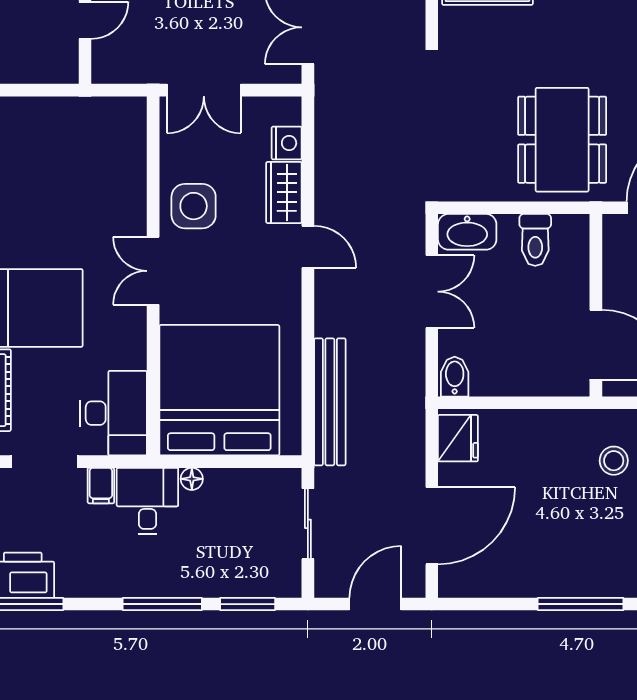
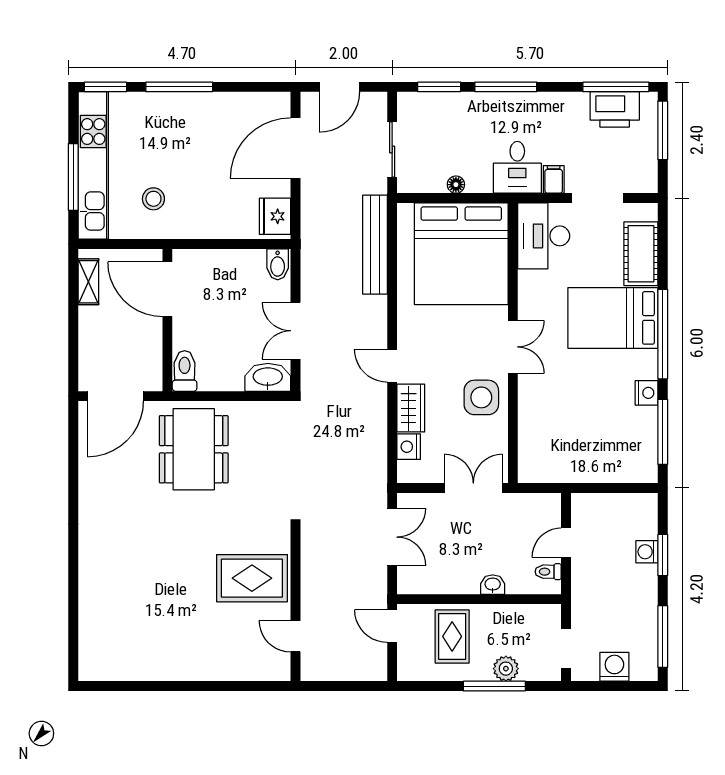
toilet: (535, 240) -> (185, 371), moved
floor lamp: (192, 479) -> (456, 185), moved

